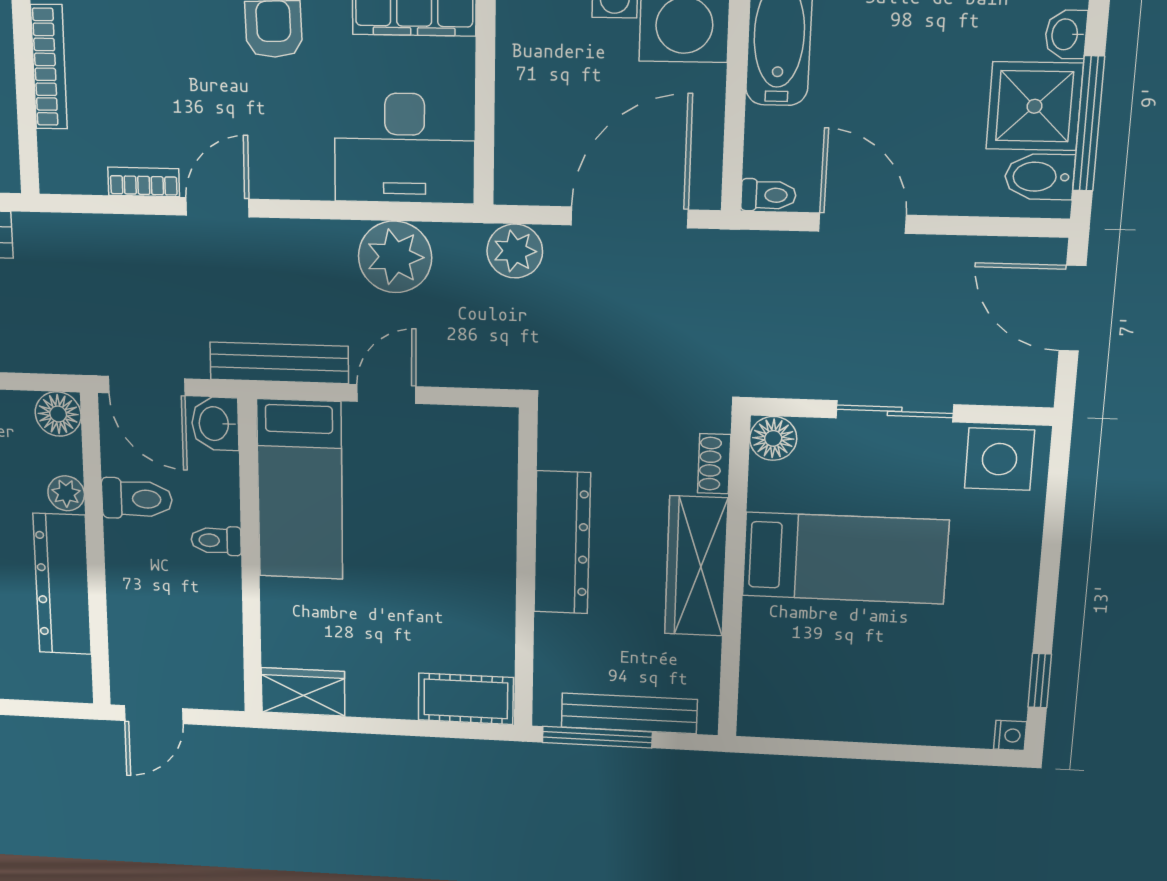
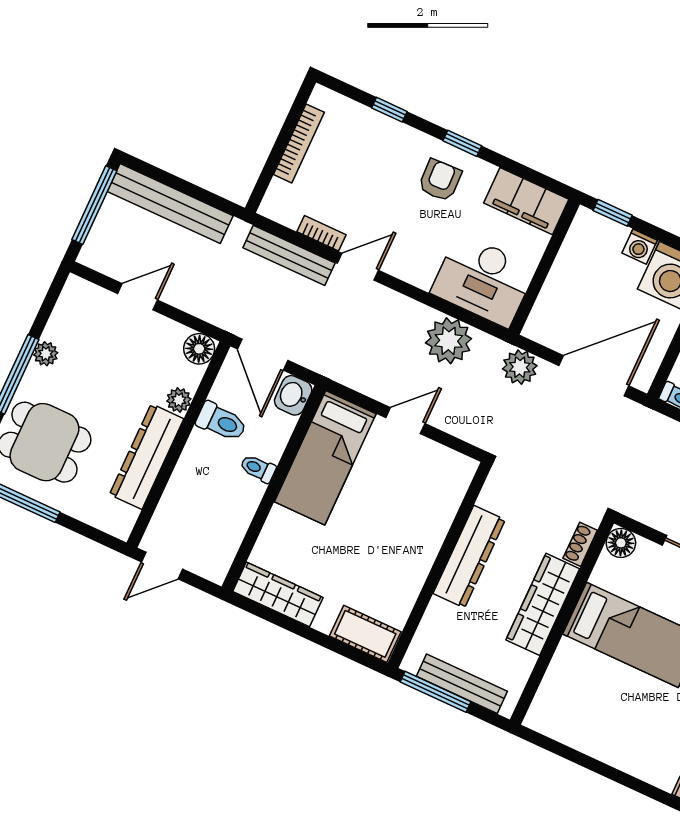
bench: (279, 363) -> (289, 255), moved
wardrobe: (303, 692) -> (278, 594), width x1.50

